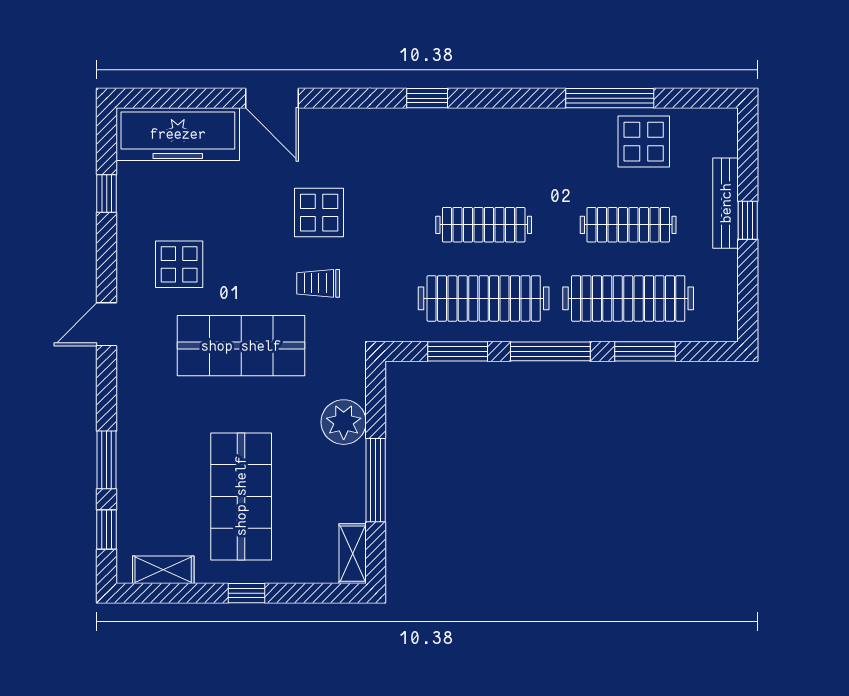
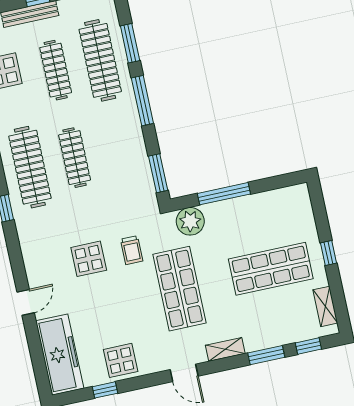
door: (272, 98) -> (26, 302), width x0.73
display table: (179, 264) -> (121, 360), moved
clothes rail: (484, 298) -> (30, 167), moved
window: (458, 351) -> (158, 173), moved
plant: (344, 422) -> (190, 221), moved
window: (376, 480) -> (224, 194), moved
shelving: (353, 554) -> (225, 349), moved

